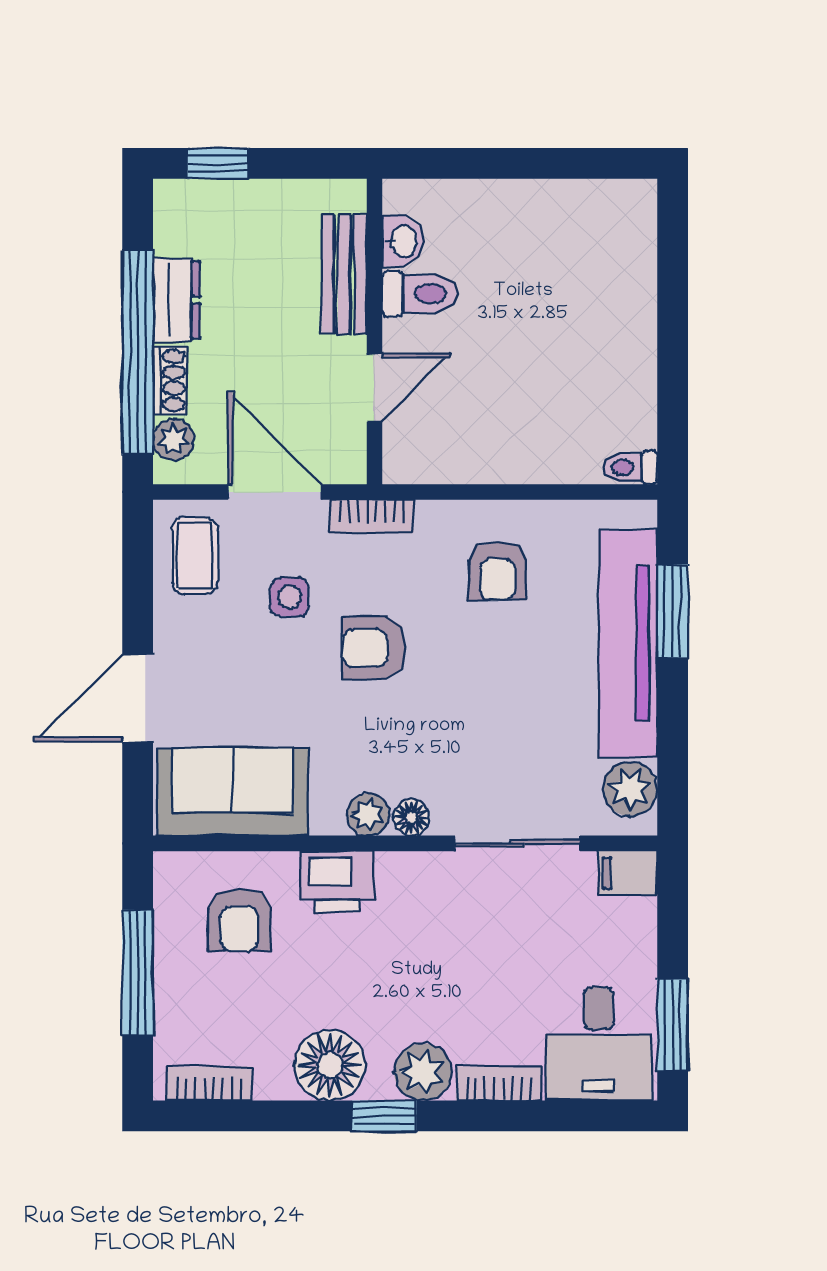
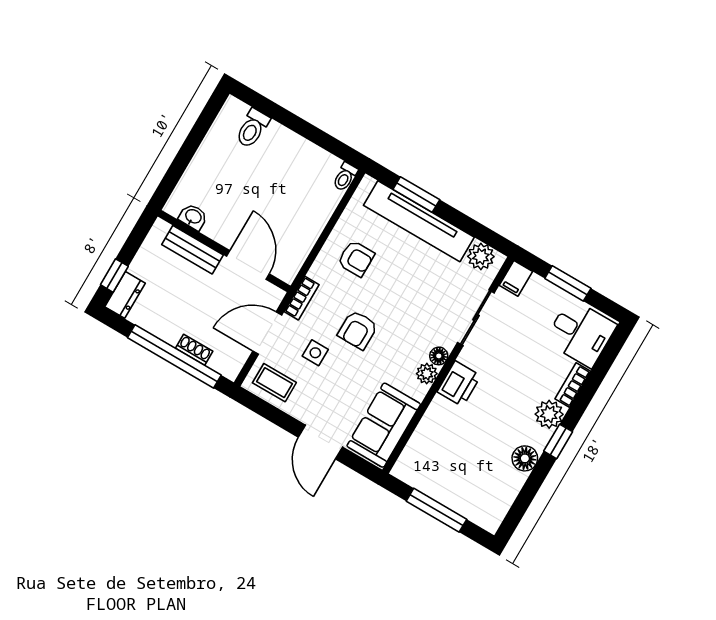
toilet: (420, 294) -> (252, 128), moved, turned 180
dresser: (177, 300) -> (125, 295), moved, turned 90
door: (375, 388) -> (248, 265), width x1.38
plant: (173, 439) -> (220, 363), removed
printer: (337, 882) -> (459, 384), moved
armchair: (239, 920) -> (439, 454), removed
window: (673, 1025) -> (568, 283), moved
floor lamp: (330, 1065) -> (525, 458), width x0.73, depth x0.73
bookcase: (209, 1084) -> (501, 507), removed

